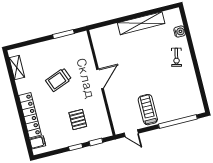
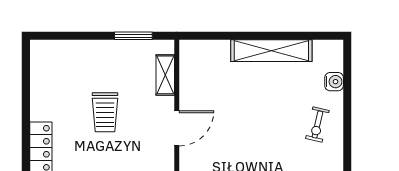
shelving: (17, 67) -> (165, 75), moved
trolley: (58, 80) -> (105, 112), turned -69

